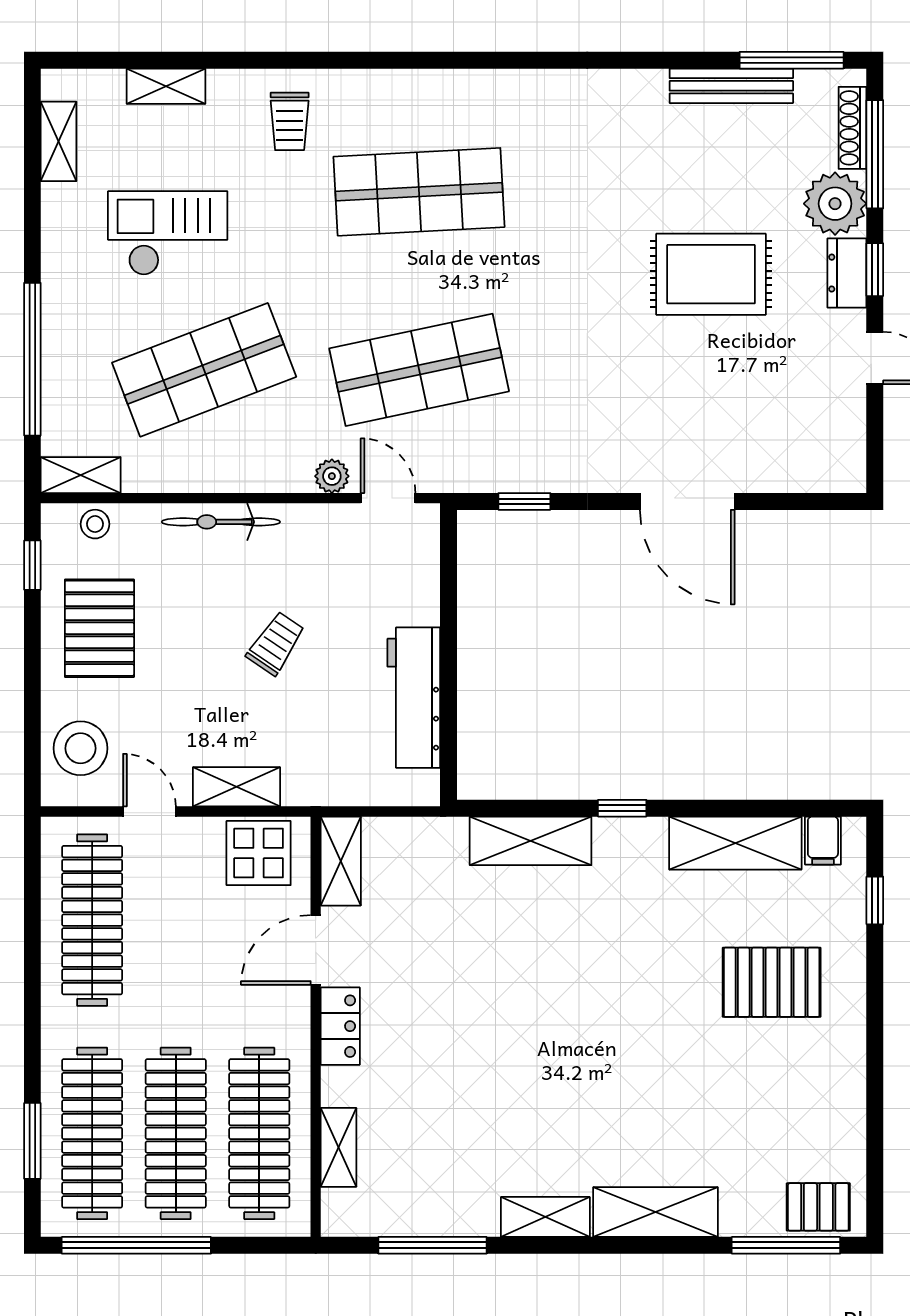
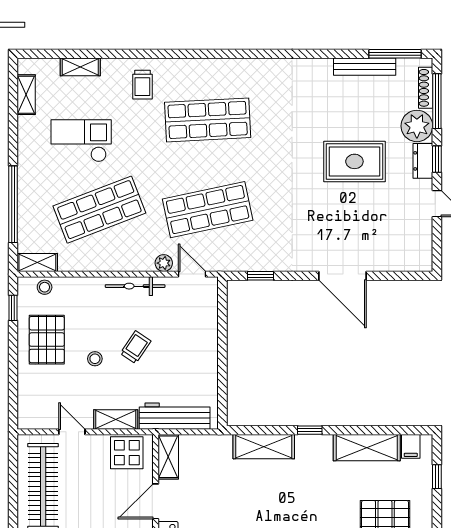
bicycle: (221, 522) -> (135, 286), moved
workbench: (414, 698) -> (175, 416), moved, turned 90
stool: (80, 748) -> (95, 359), moved, width x0.53, depth x0.53

